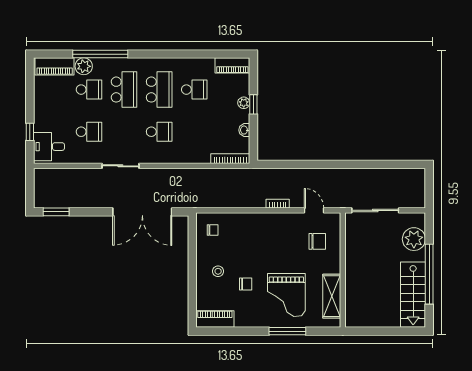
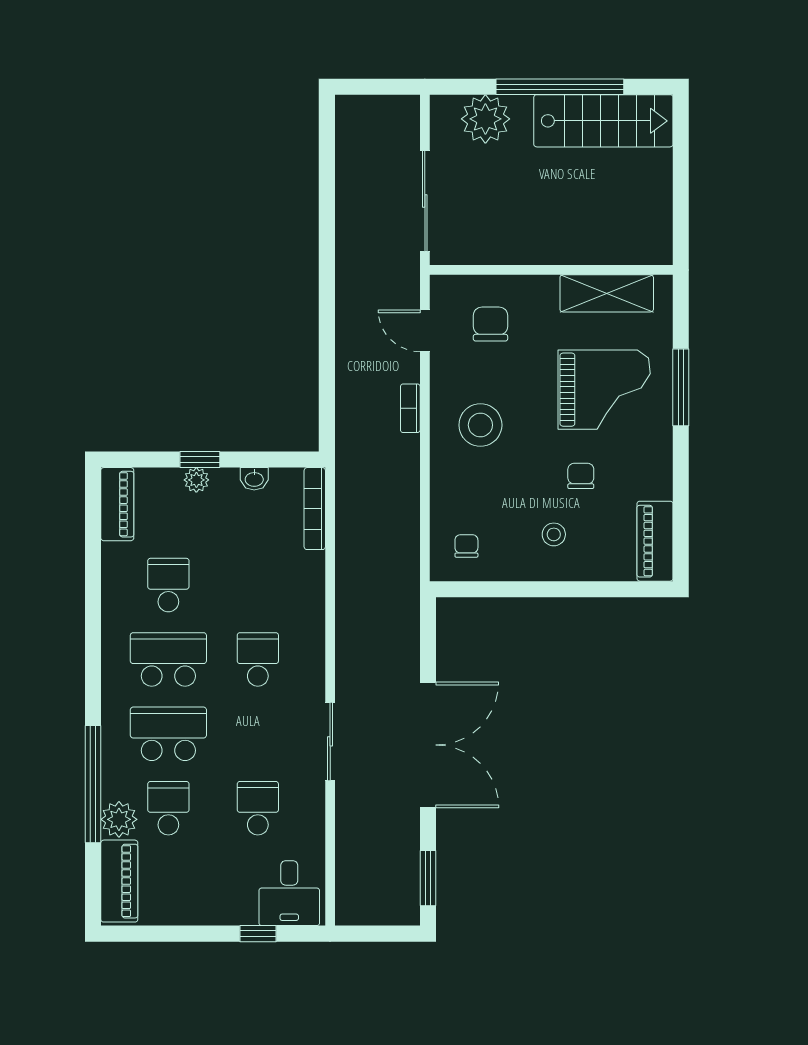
door: (314, 210) -> (425, 331), hinge flipped
double door: (142, 212) -> (428, 745), moved
stool: (270, 237) -> (480, 425), added

